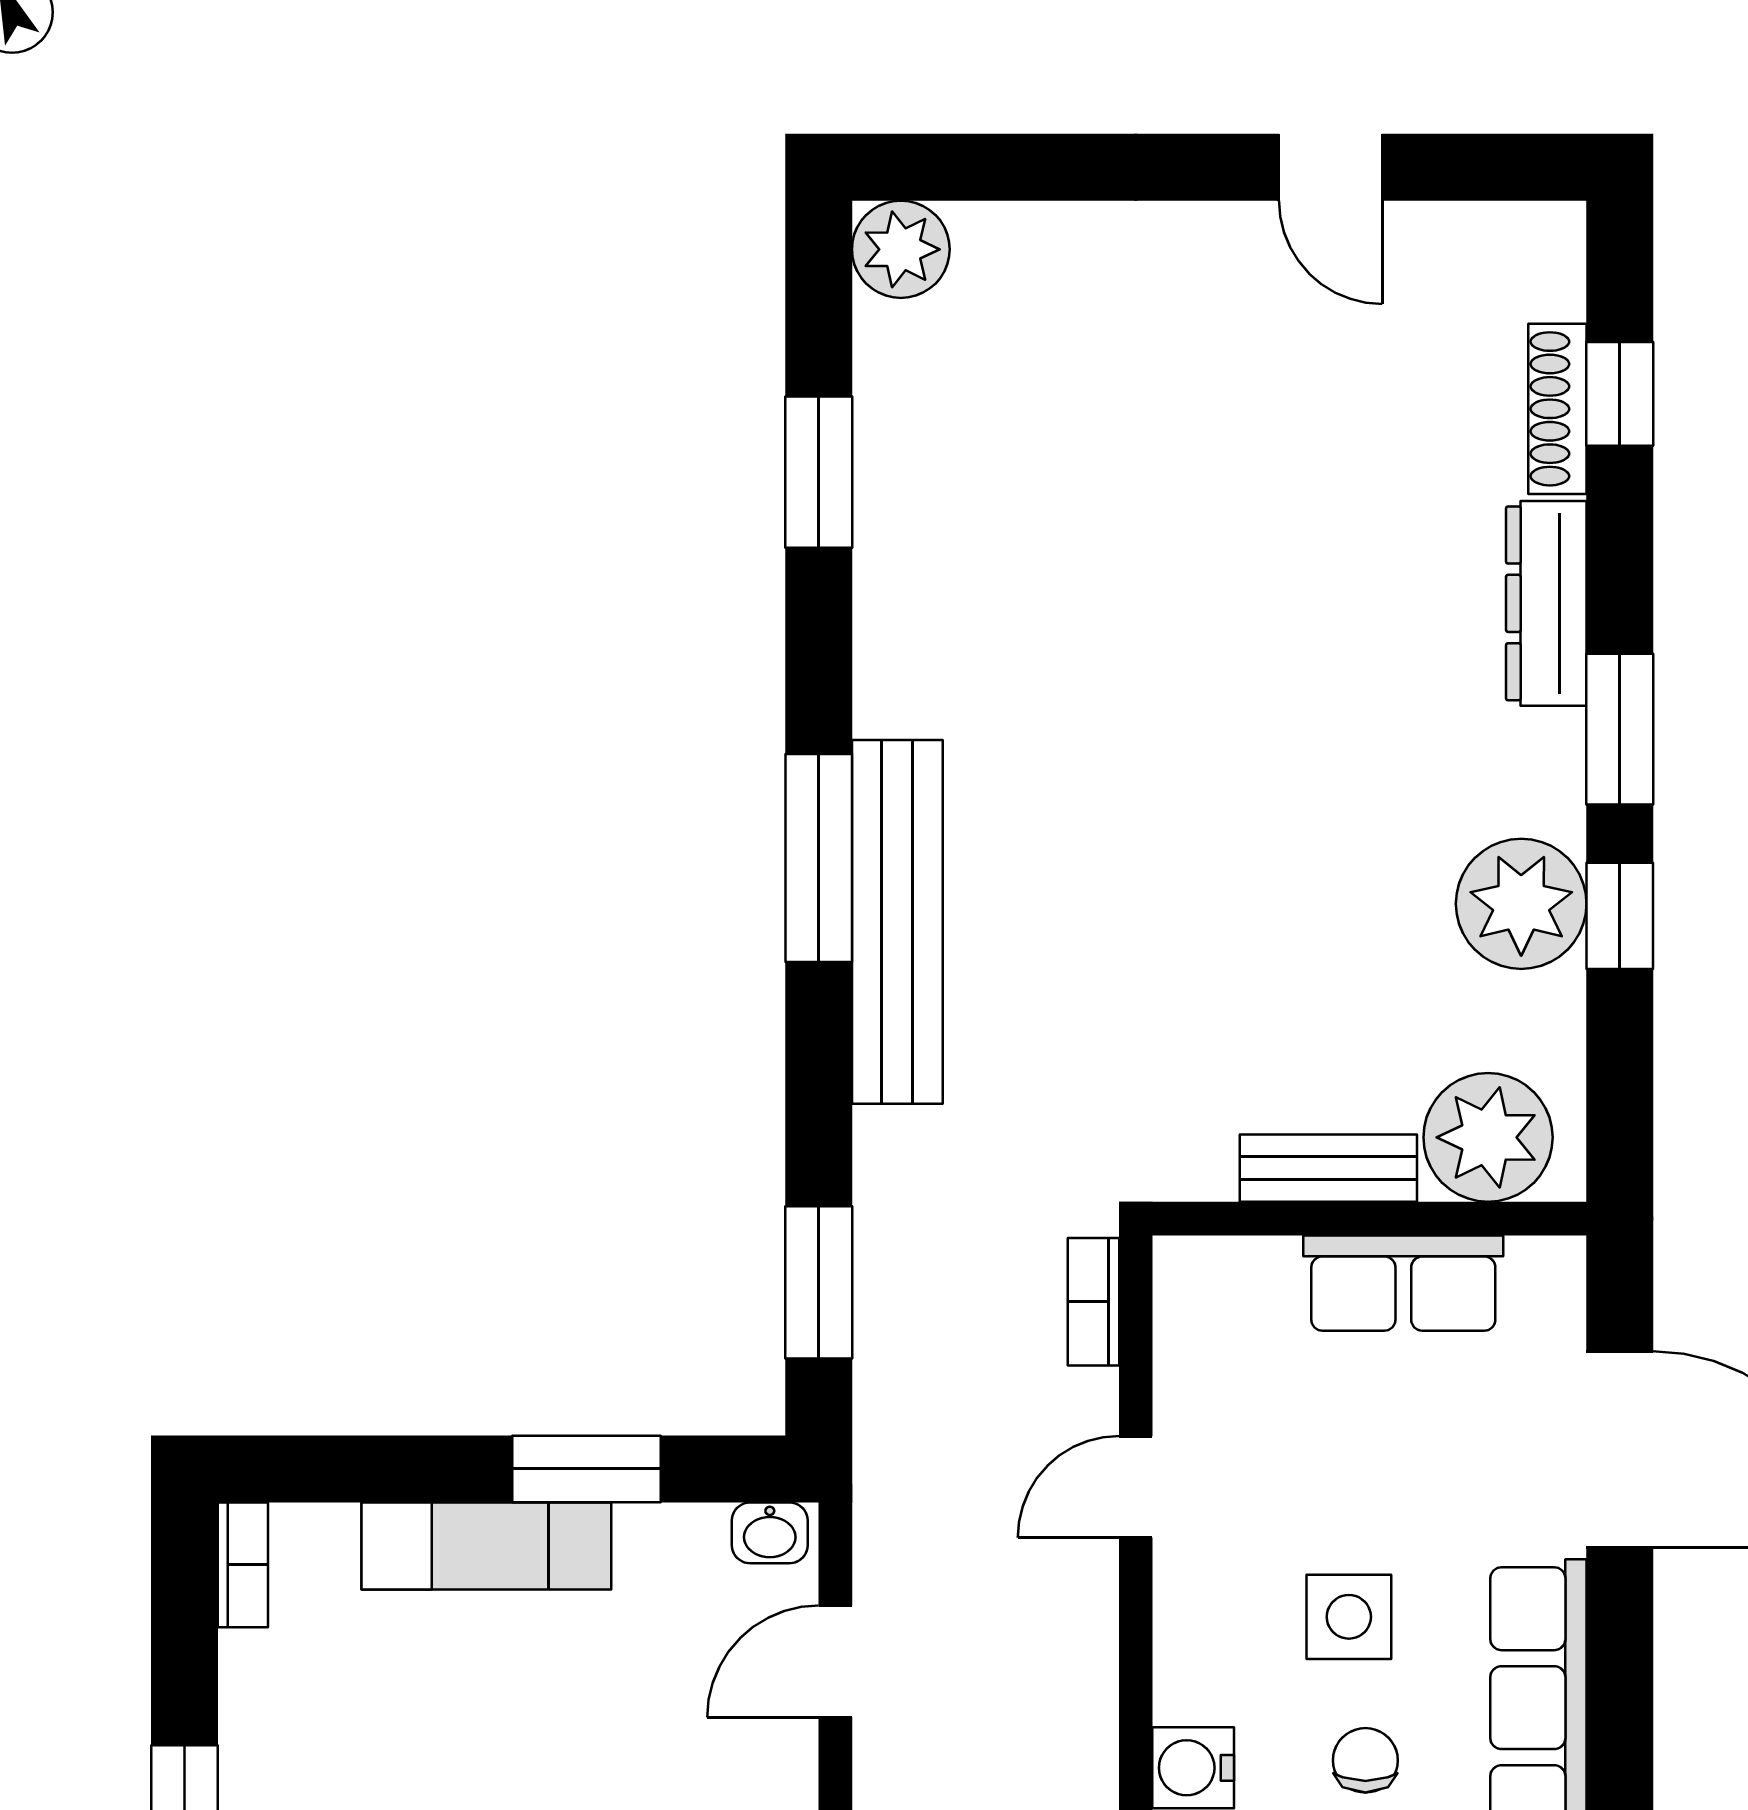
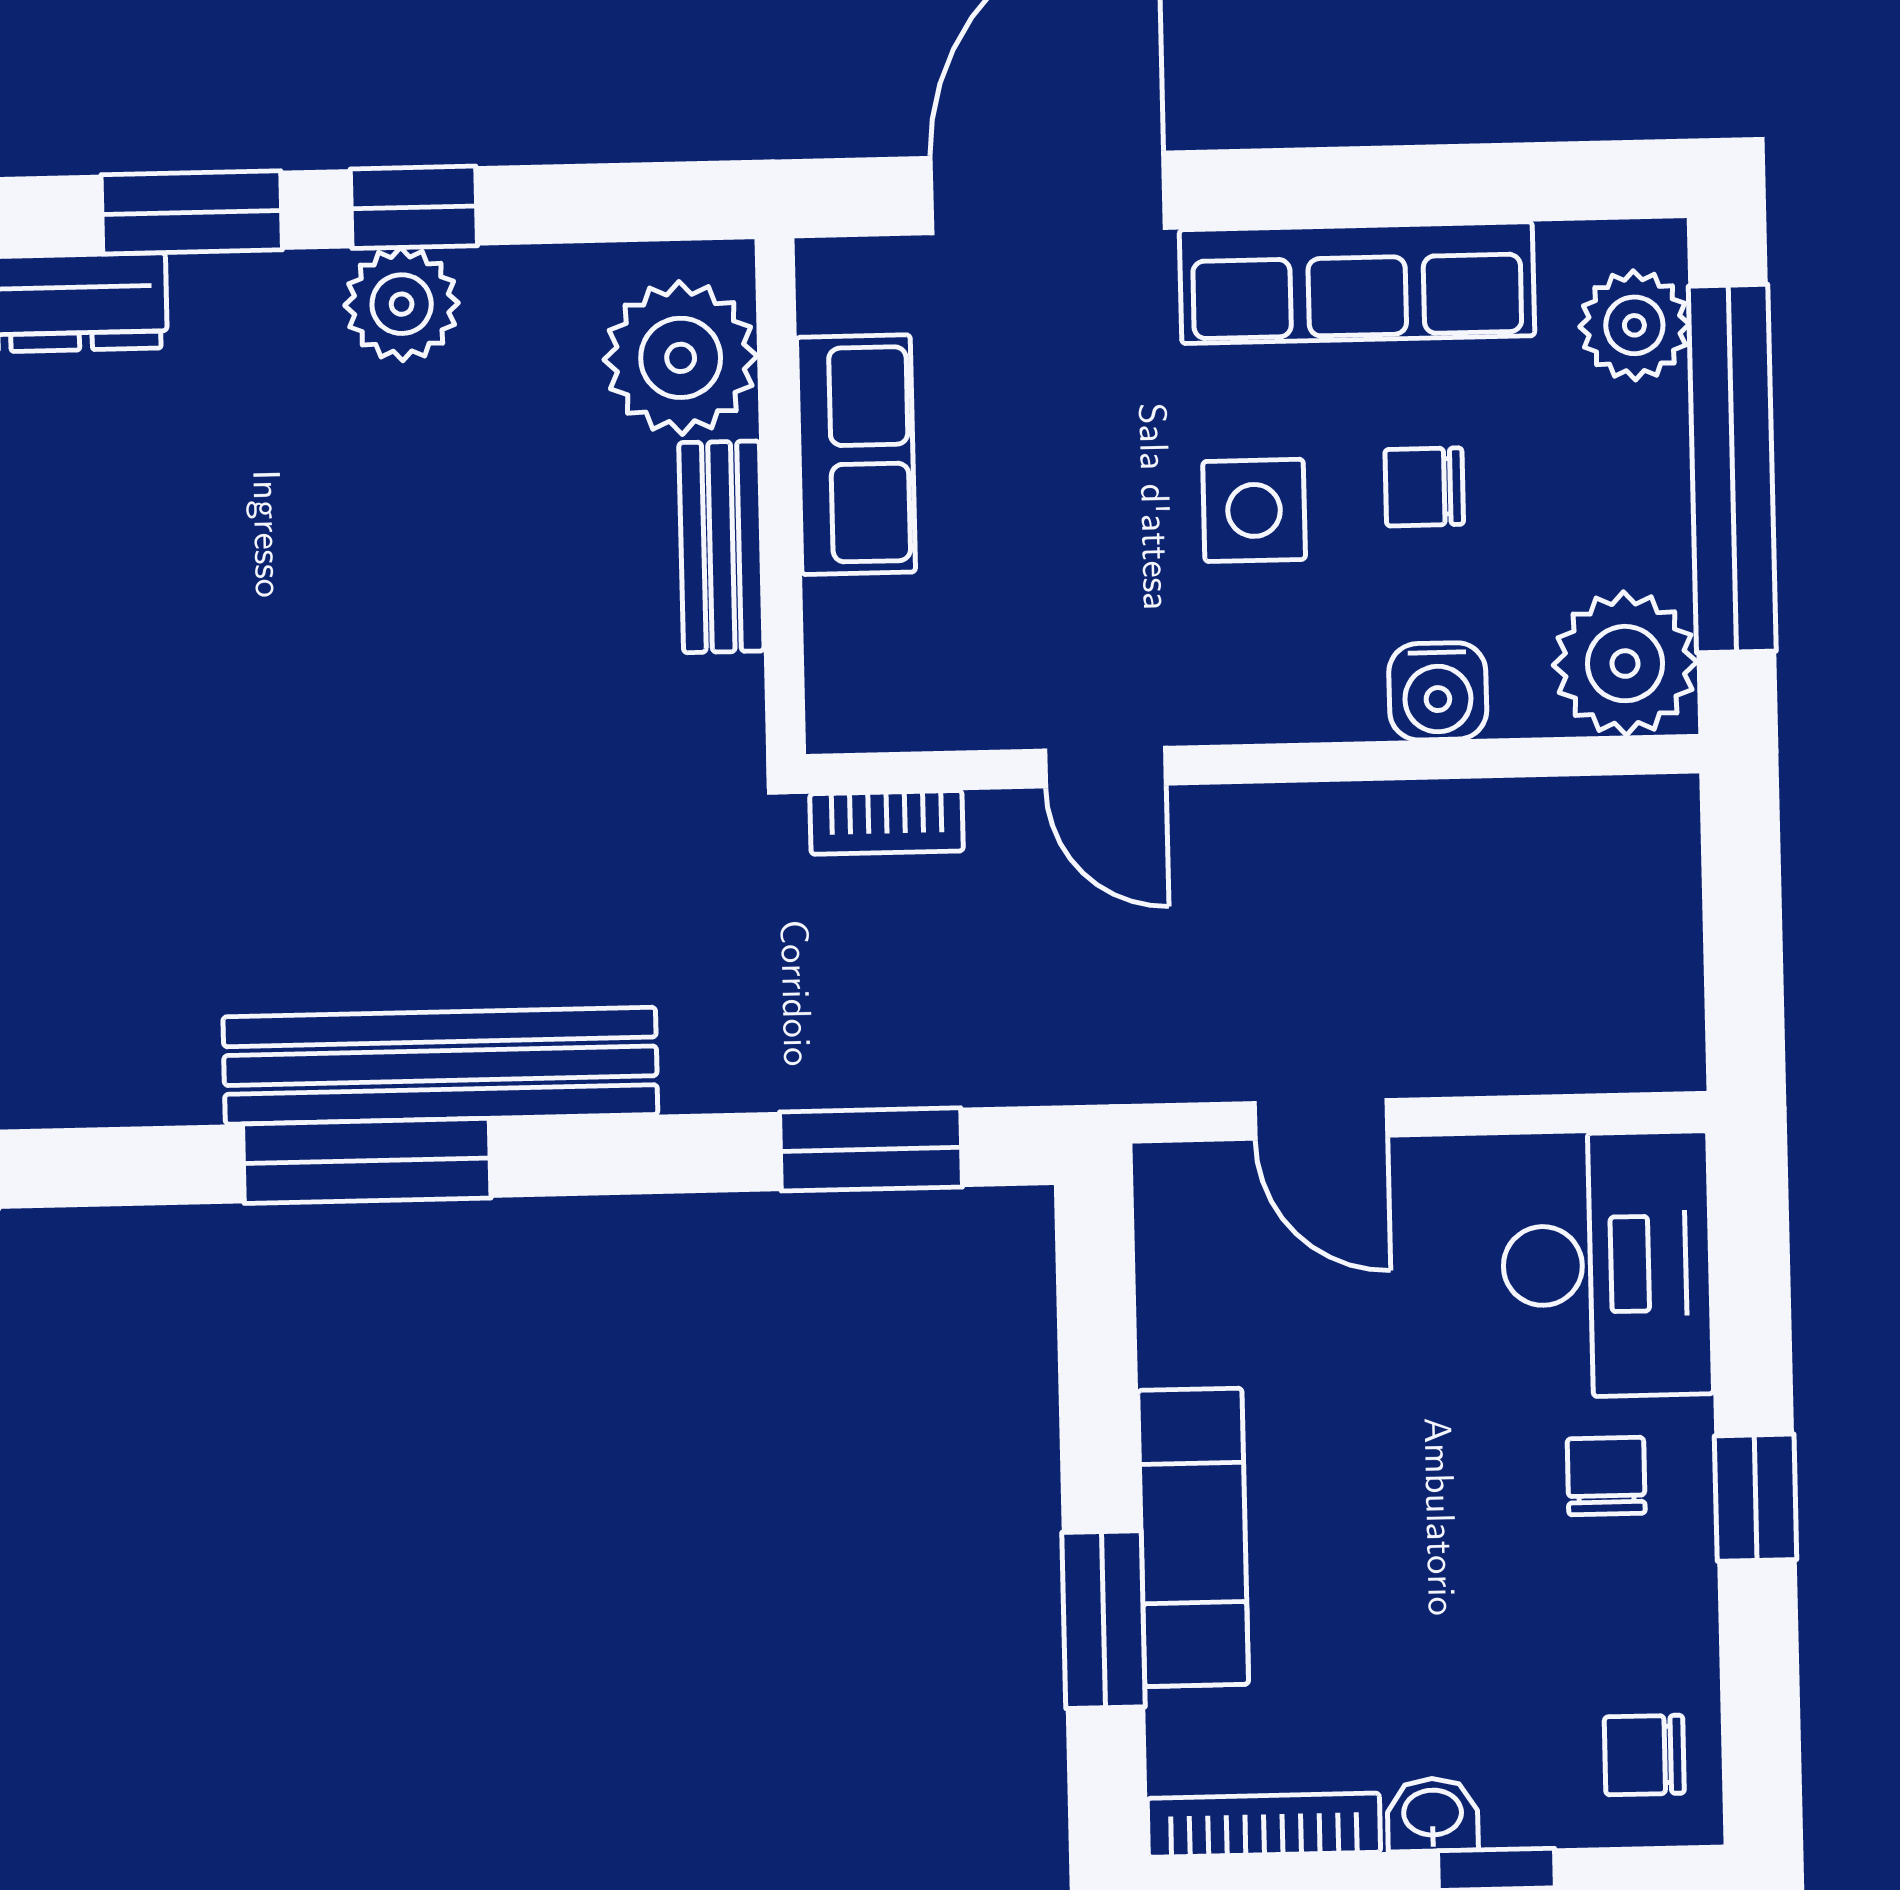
plant: (1521, 904) -> (402, 304), width x0.73, depth x0.73
window: (586, 1469) -> (1103, 1620), moved
washbasin: (770, 1533) -> (1433, 1815), moved, turned -90
bookcase: (243, 1565) -> (1264, 1825), width x1.56

